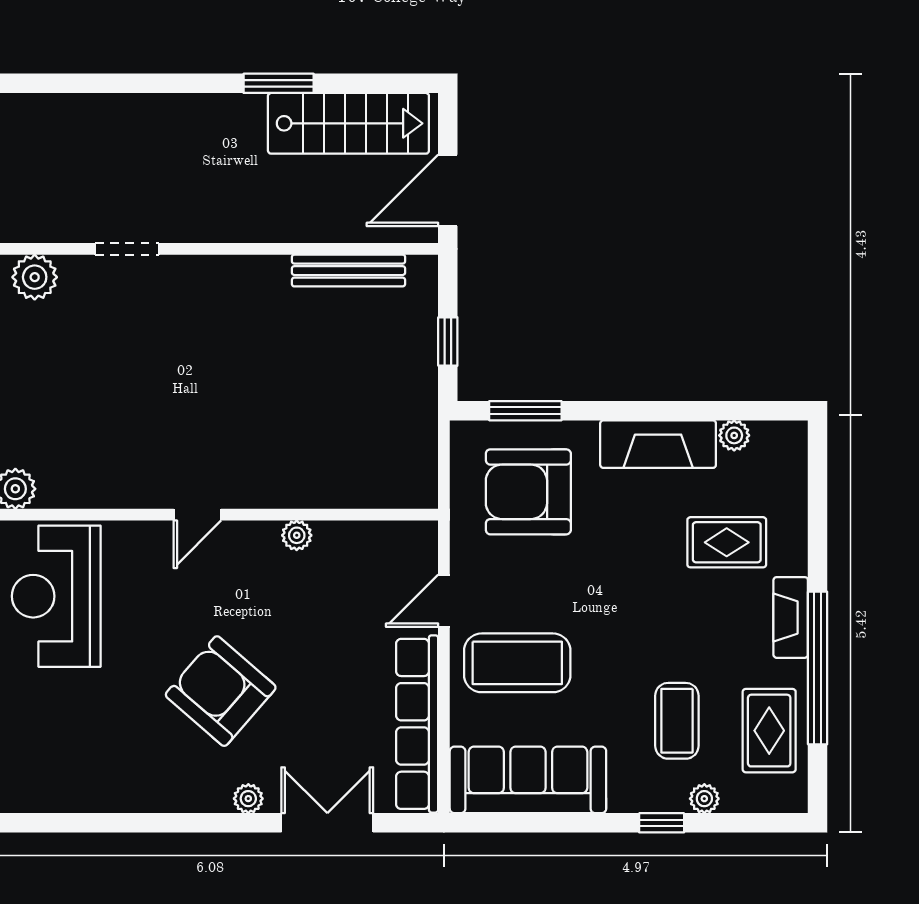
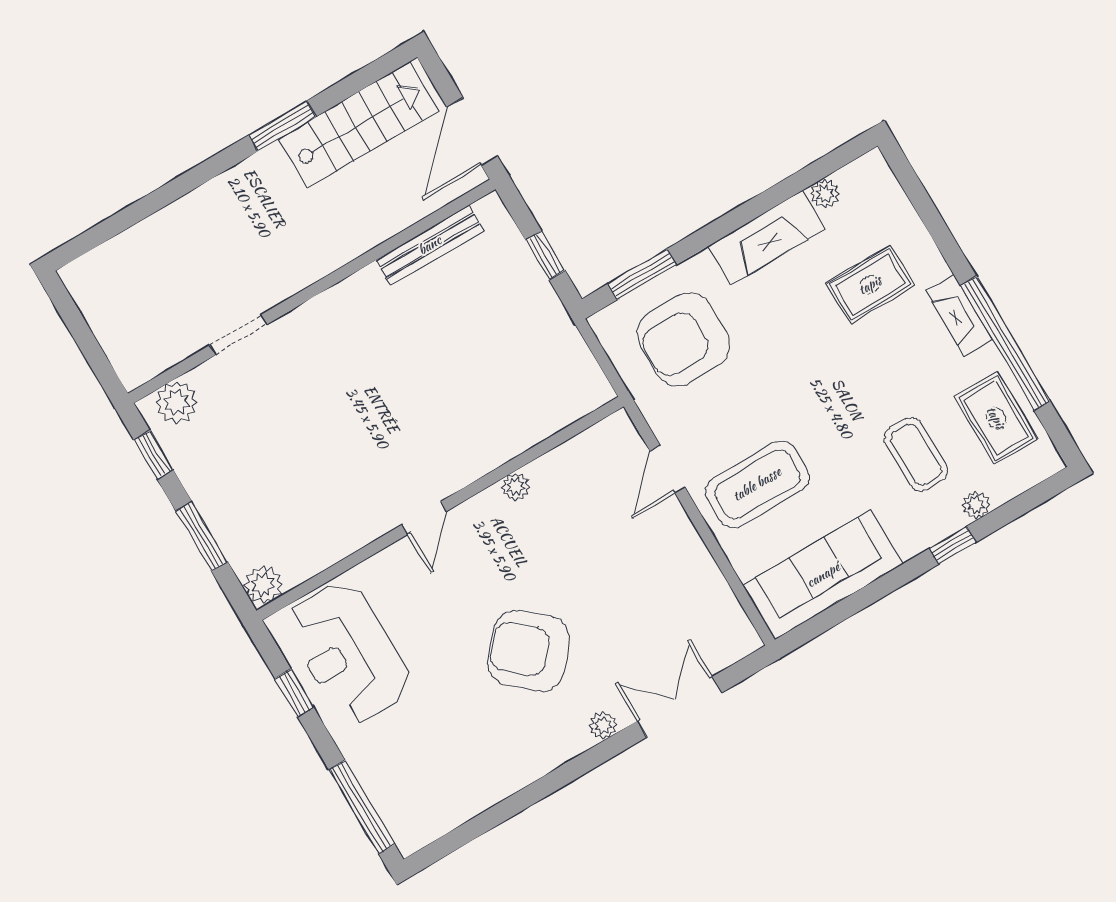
row of seats: (417, 724) -> (705, 583), removed

